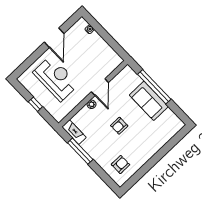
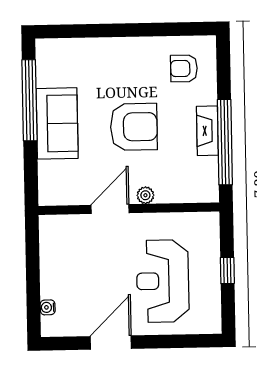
window: (154, 87) -> (29, 100), moved
armchair: (119, 126) -> (134, 127), width x1.88, depth x1.88
fireplace: (74, 132) -> (207, 131), moved
window: (80, 151) -> (225, 142), width x1.46

